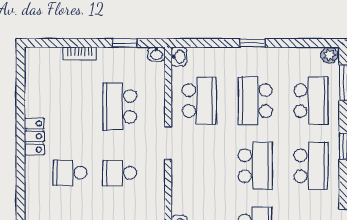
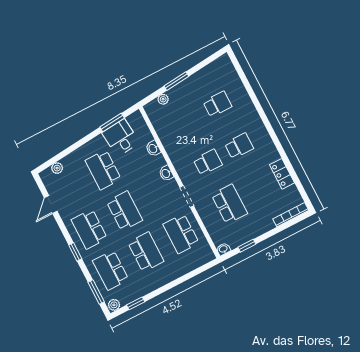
window: (253, 43) -> (136, 303), moved
bookcase: (80, 53) -> (291, 215), moved, width x1.56
washbasin: (179, 57) -> (166, 173), moved
locker: (34, 136) -> (282, 174), moved
school desk: (255, 166) -> (125, 211), turned 180

